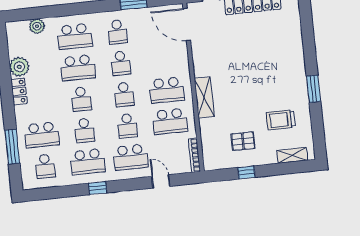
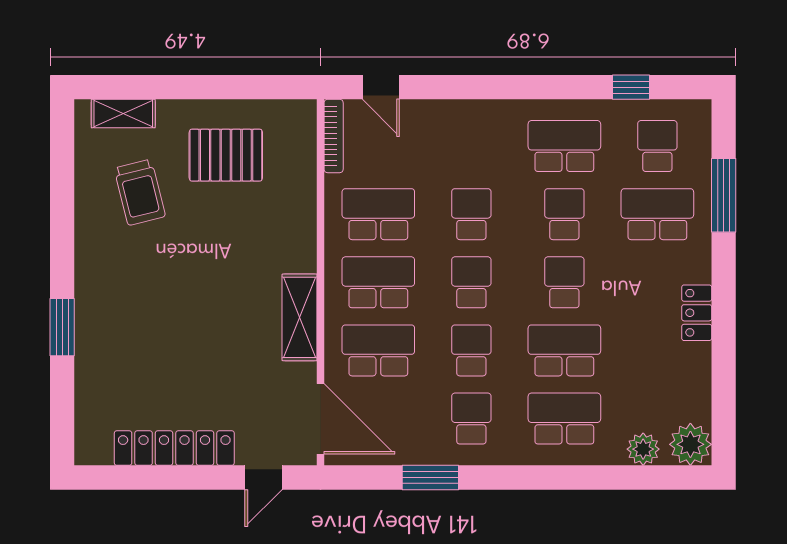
plant: (19, 67) -> (690, 444), moved
window: (314, 89) -> (62, 327), moved
shelving: (204, 98) -> (300, 317), moved
trolley: (281, 120) -> (140, 192), turned 76
pallet: (243, 141) -> (226, 155), width x1.50, depth x1.42
school desk: (131, 157) -> (378, 350), moved
window: (246, 172) -> (226, 87), removed
door: (161, 181) -> (381, 87), moved
window: (98, 188) -> (631, 87), moved

